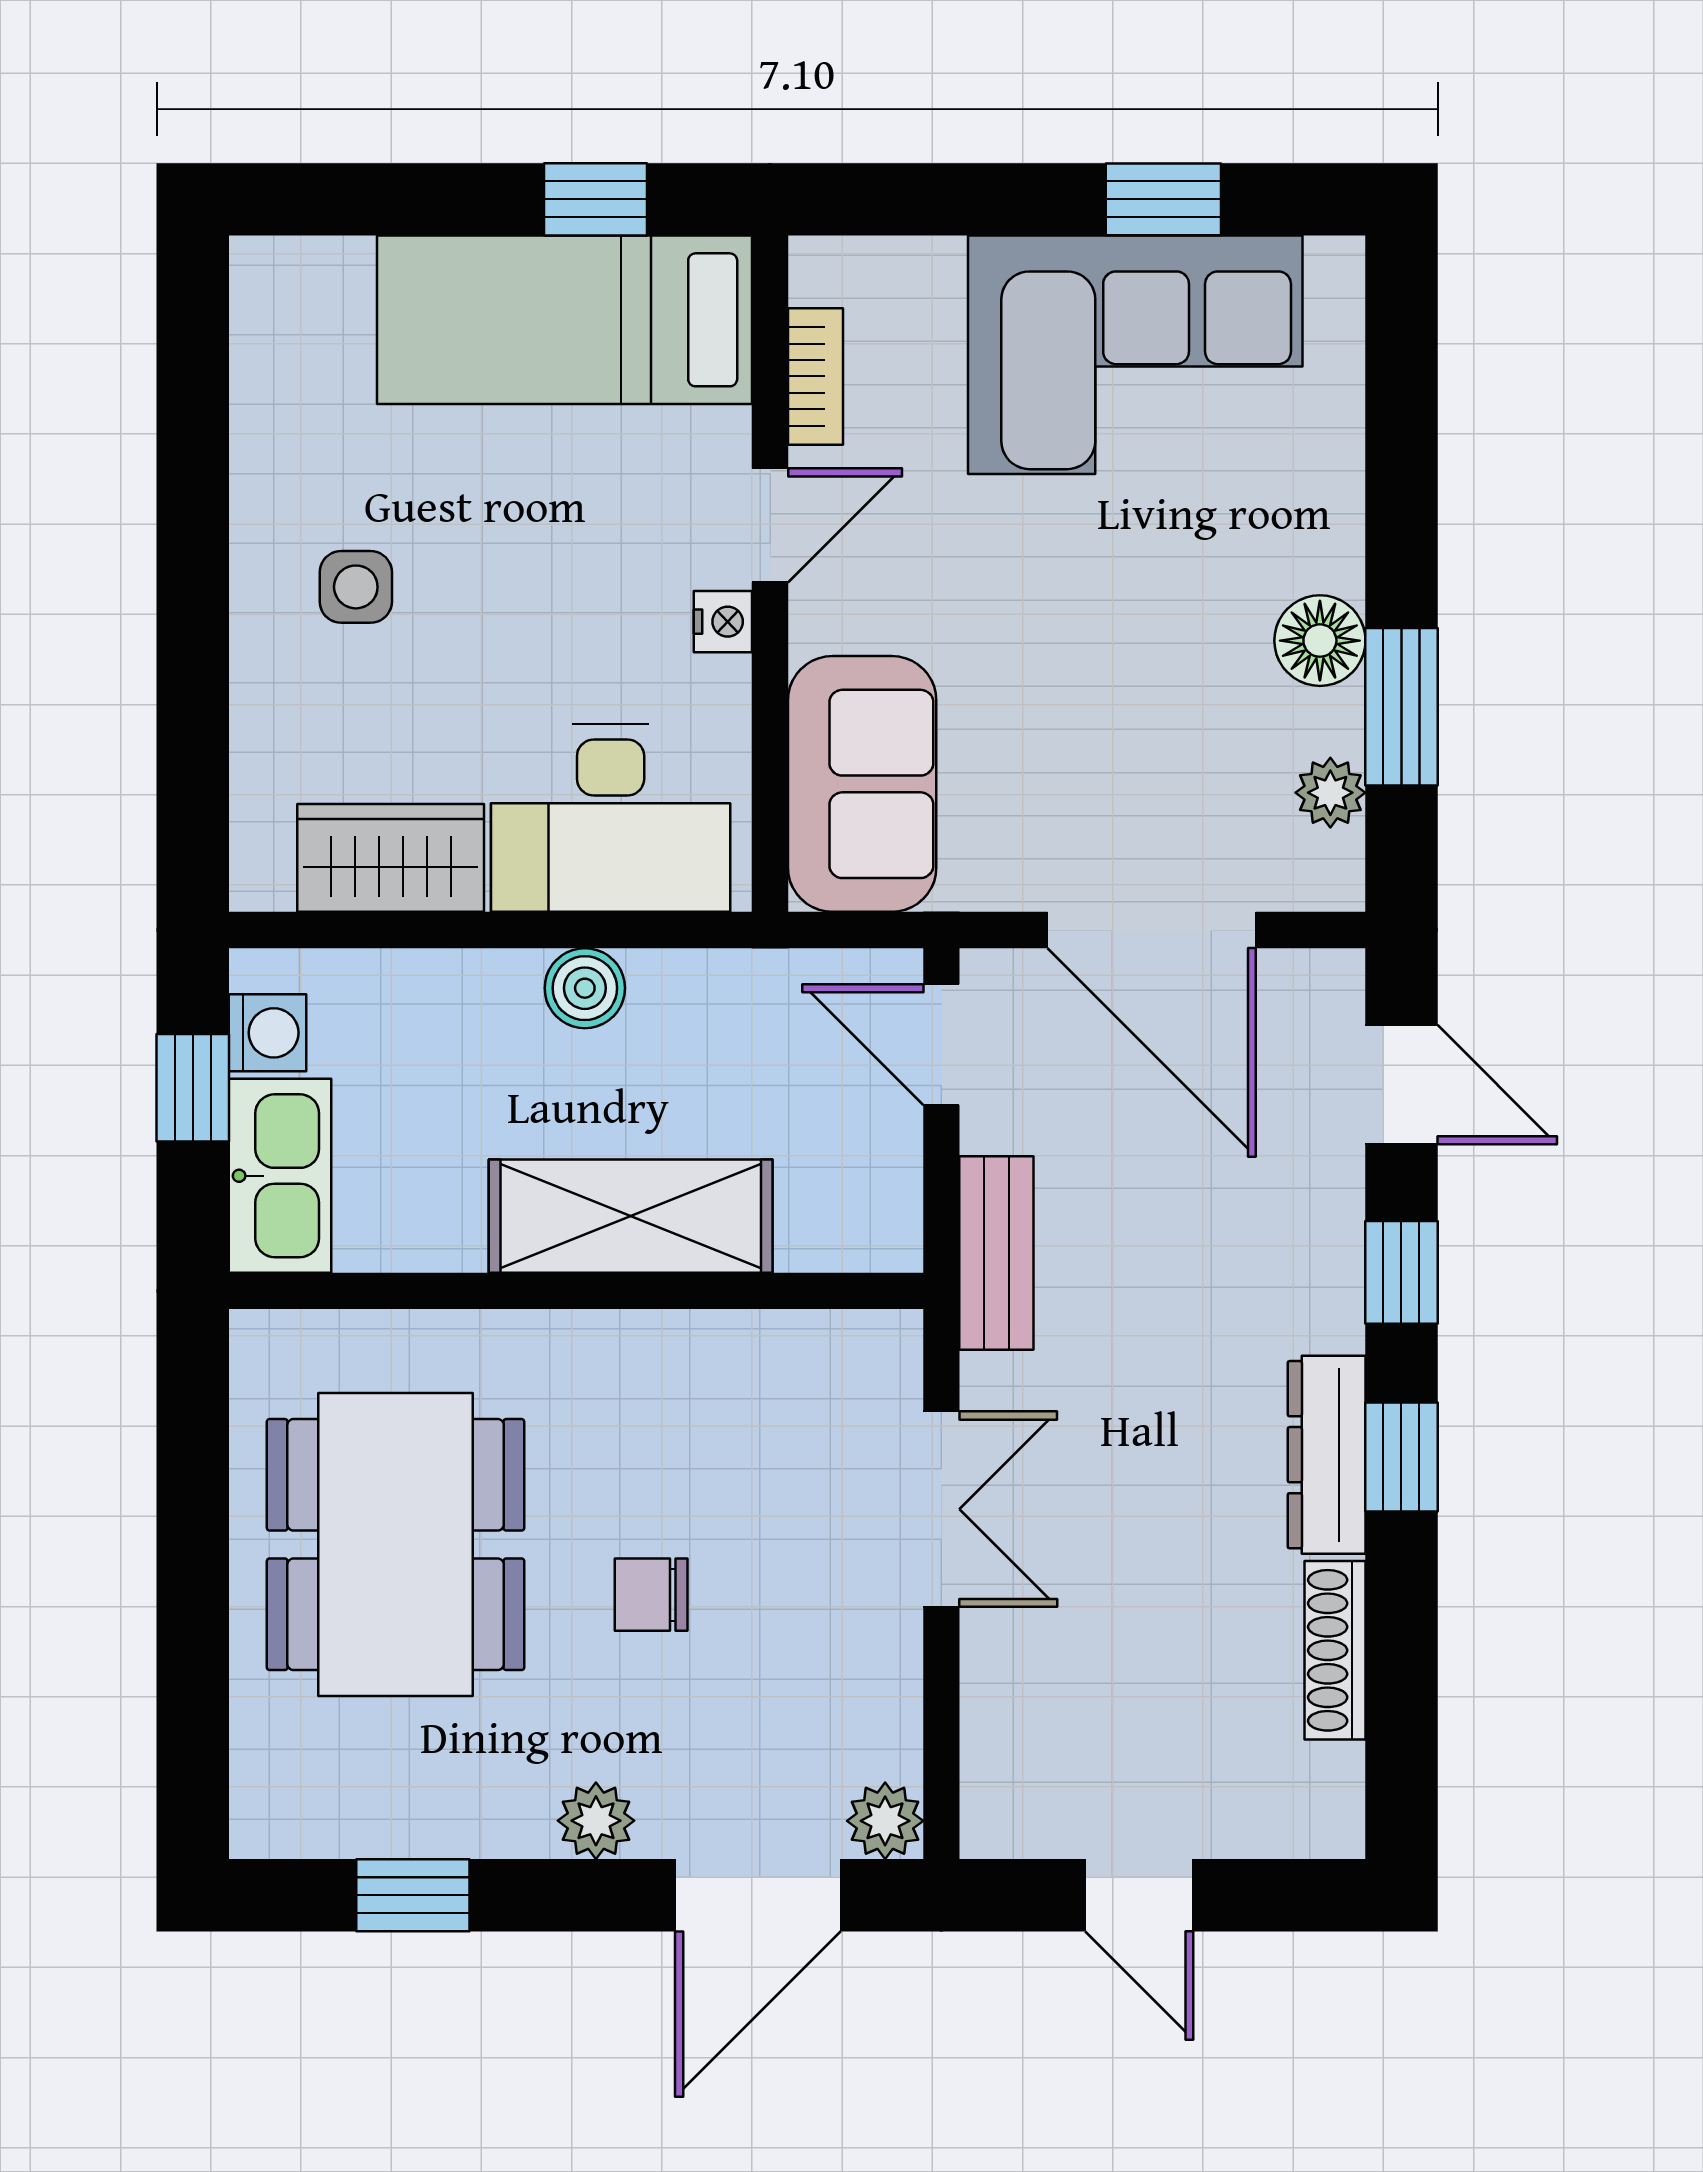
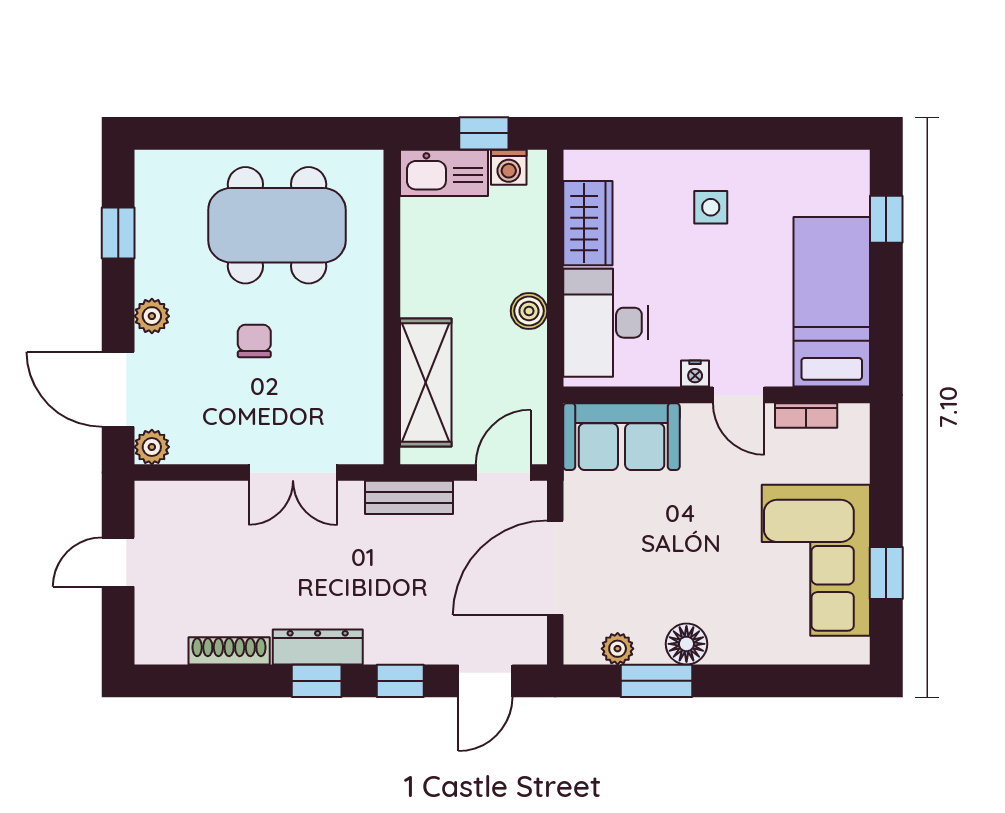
window: (595, 199) -> (886, 219), moved
shelving: (631, 1216) -> (426, 382), moved

